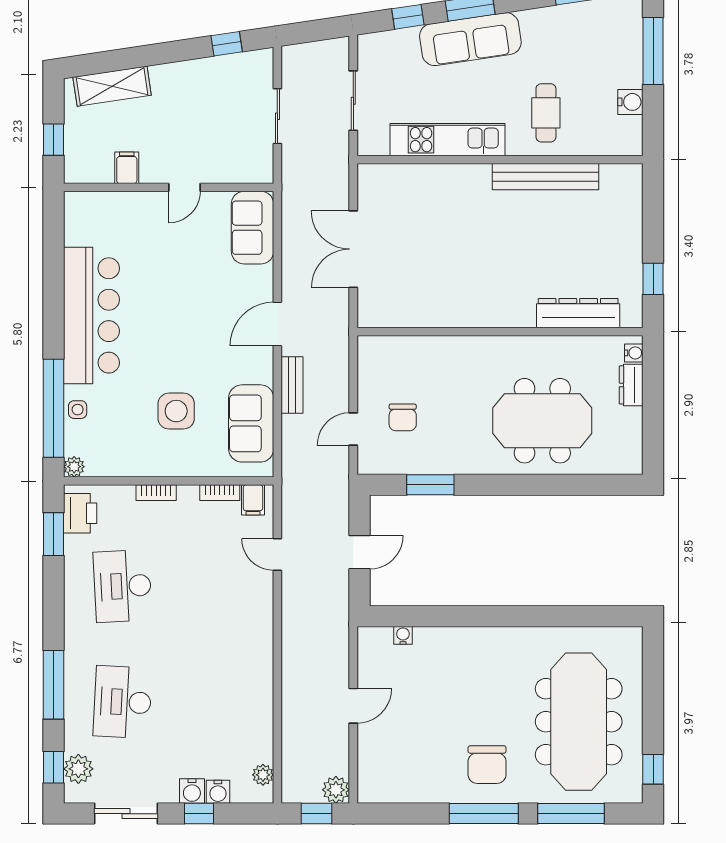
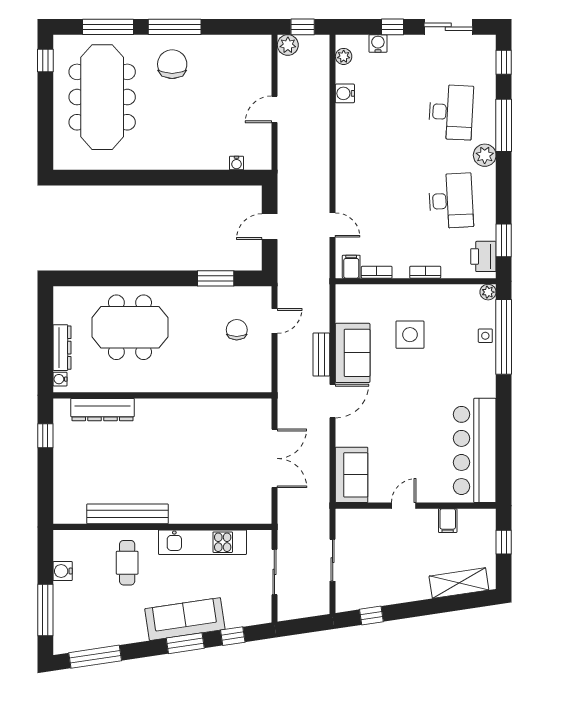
bar counter: (91, 315) -> (475, 450), moved
dresser: (631, 385) -> (62, 348), width x1.44
sofa: (251, 423) -> (353, 353), moved
plant: (78, 769) -> (485, 155), moved
water cooler: (192, 791) -> (345, 93), moved, turned -90

